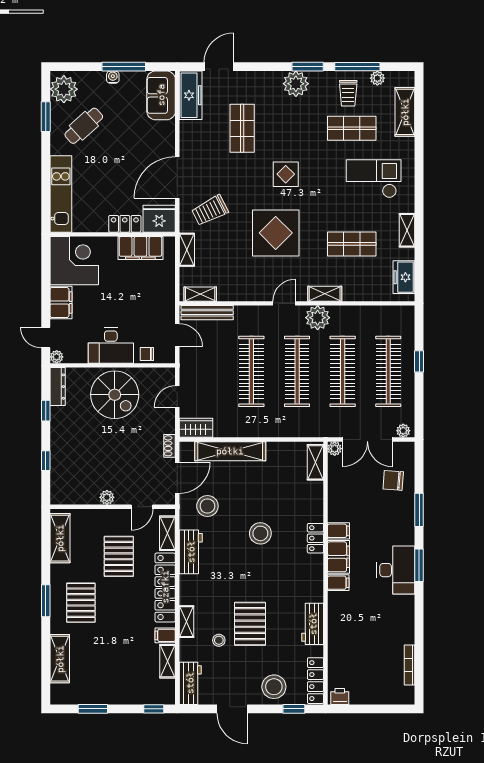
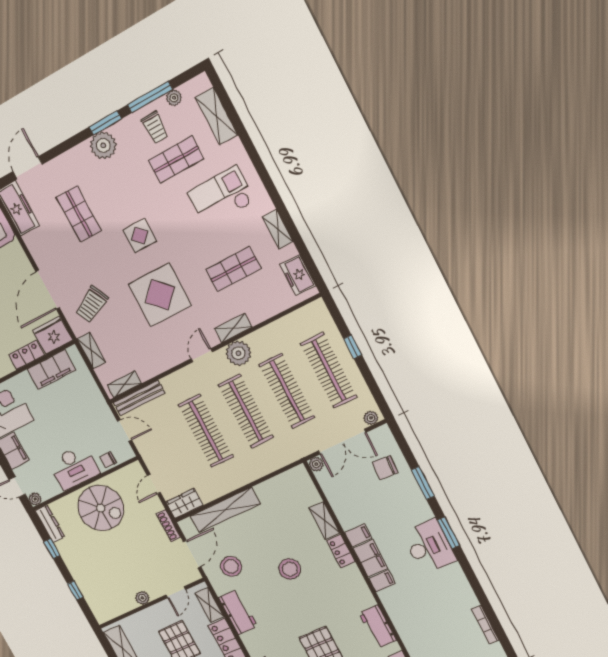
shoe rack: (170, 446) -> (168, 526), width x1.43
shelving: (315, 462) -> (325, 521), moved

